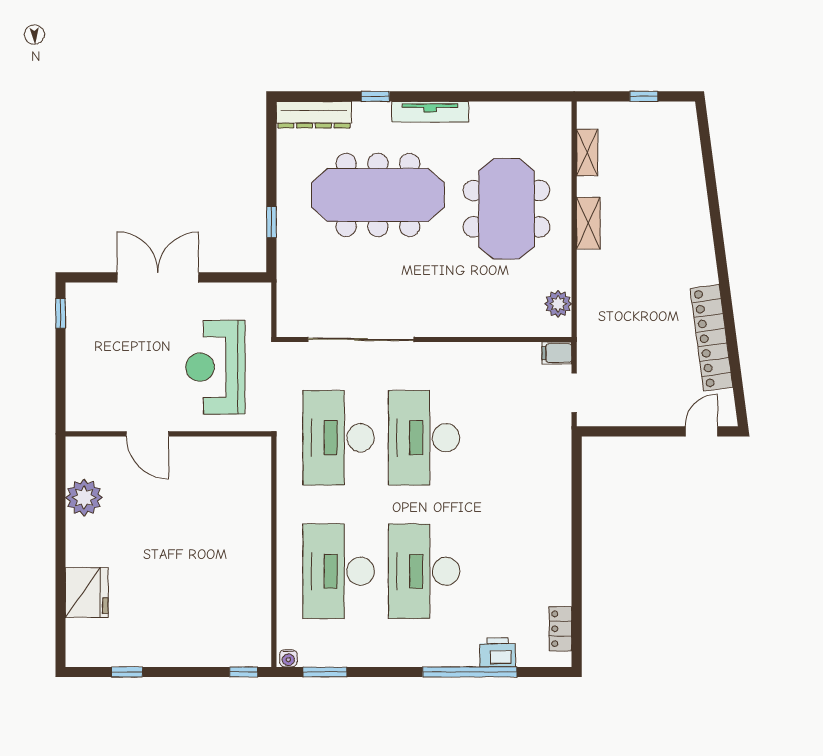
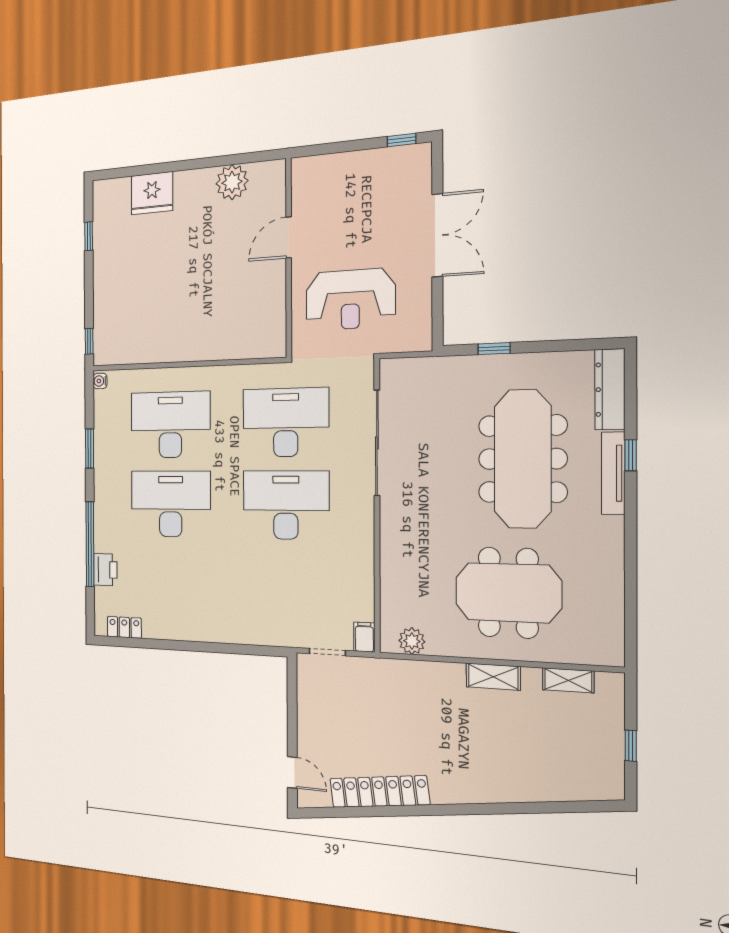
tv unit: (430, 112) -> (613, 473), moved
reception desk: (215, 367) -> (350, 299), turned 180
window: (325, 672) -> (90, 448), moved

